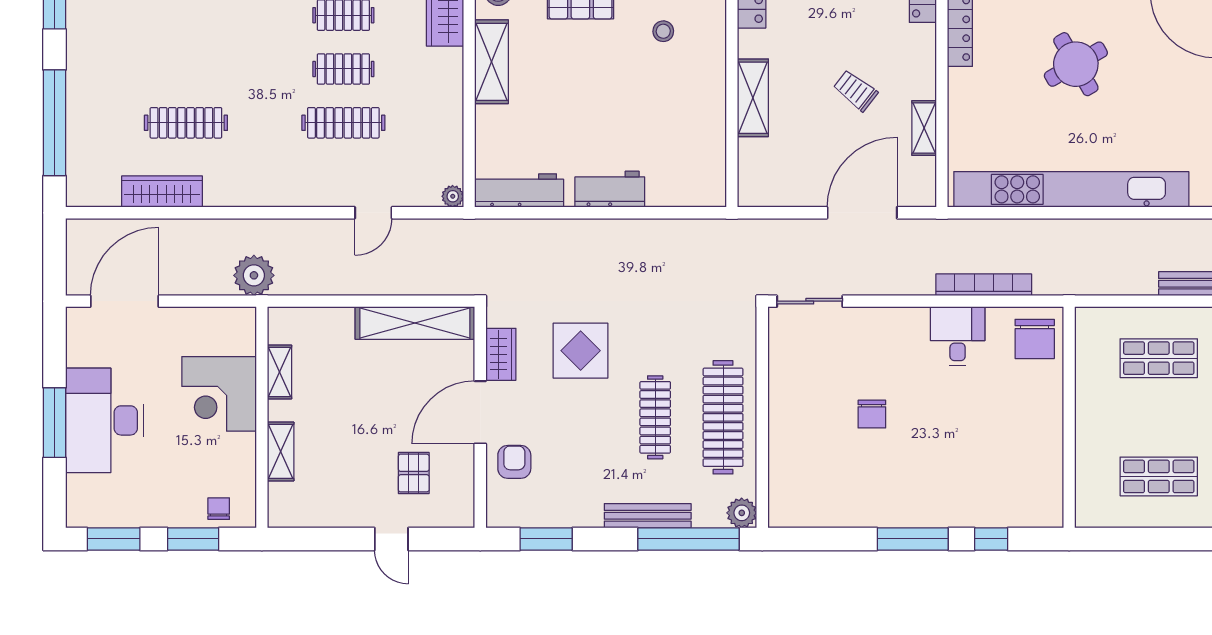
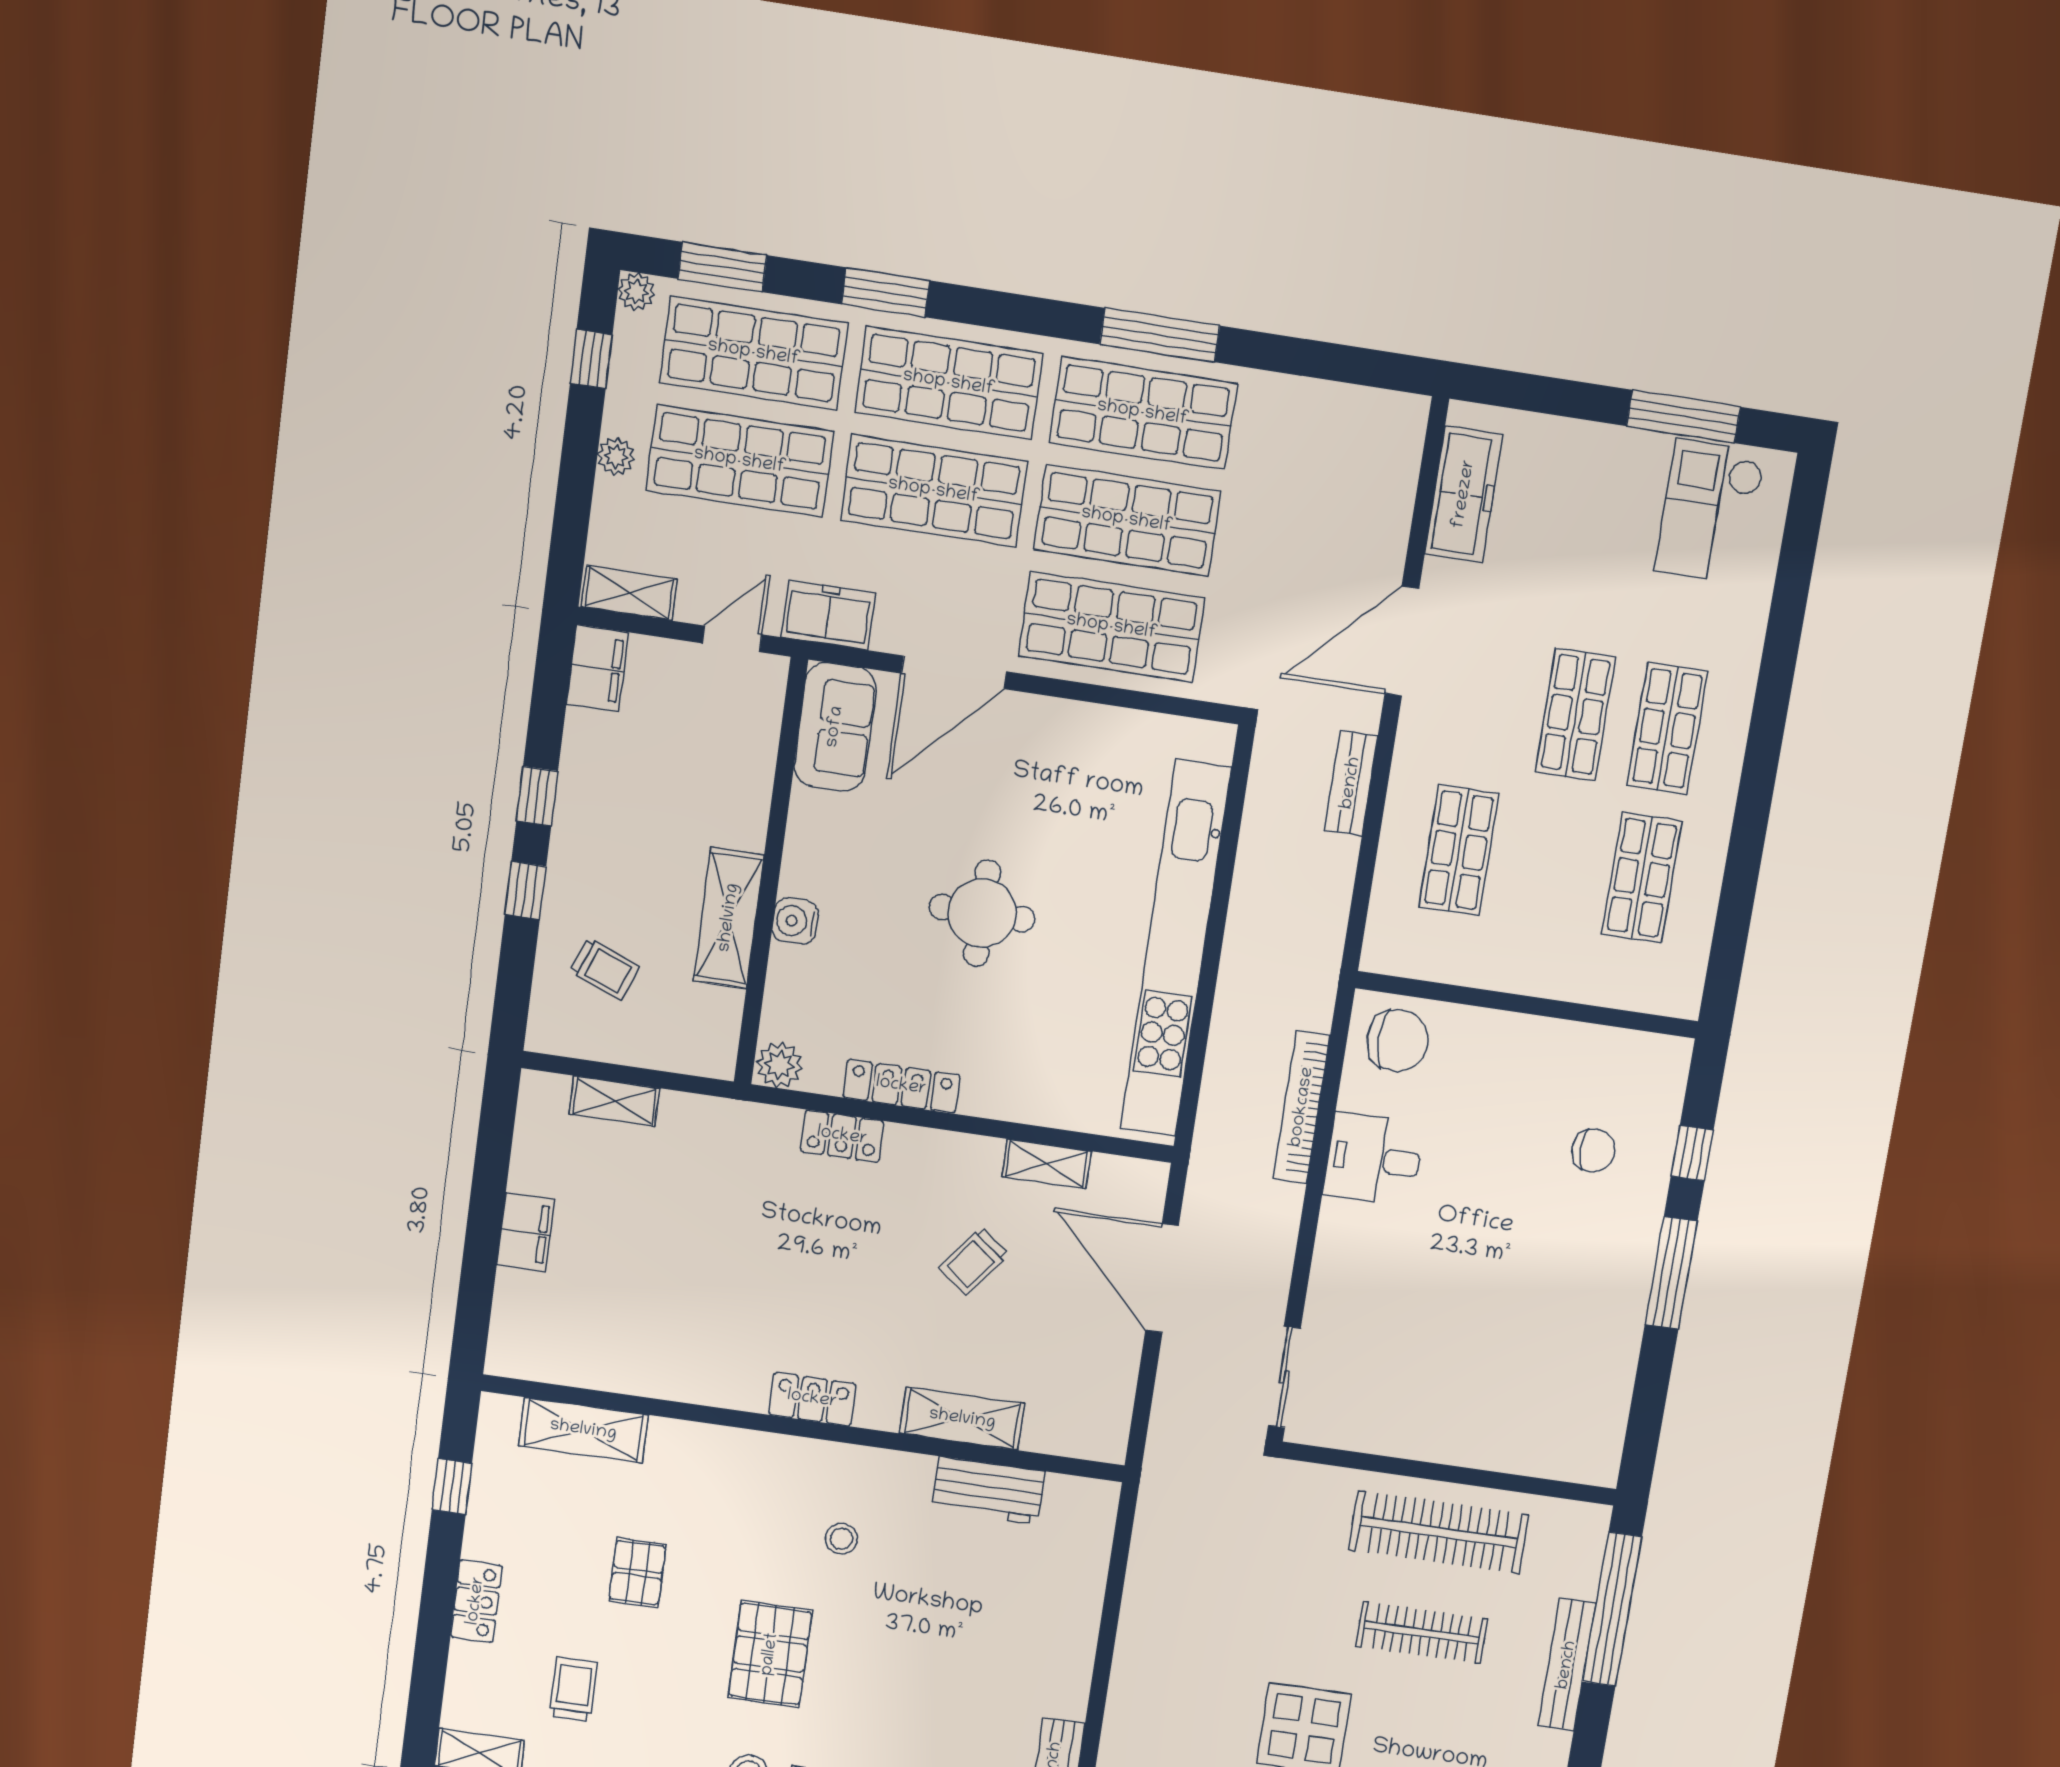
round table: (1076, 64) -> (982, 913), turned 30
workbench: (610, 189) -> (988, 1491), moved, turned -90
chair: (872, 414) -> (1593, 1150), moved
plant: (742, 513) -> (1587, 1525), removed

